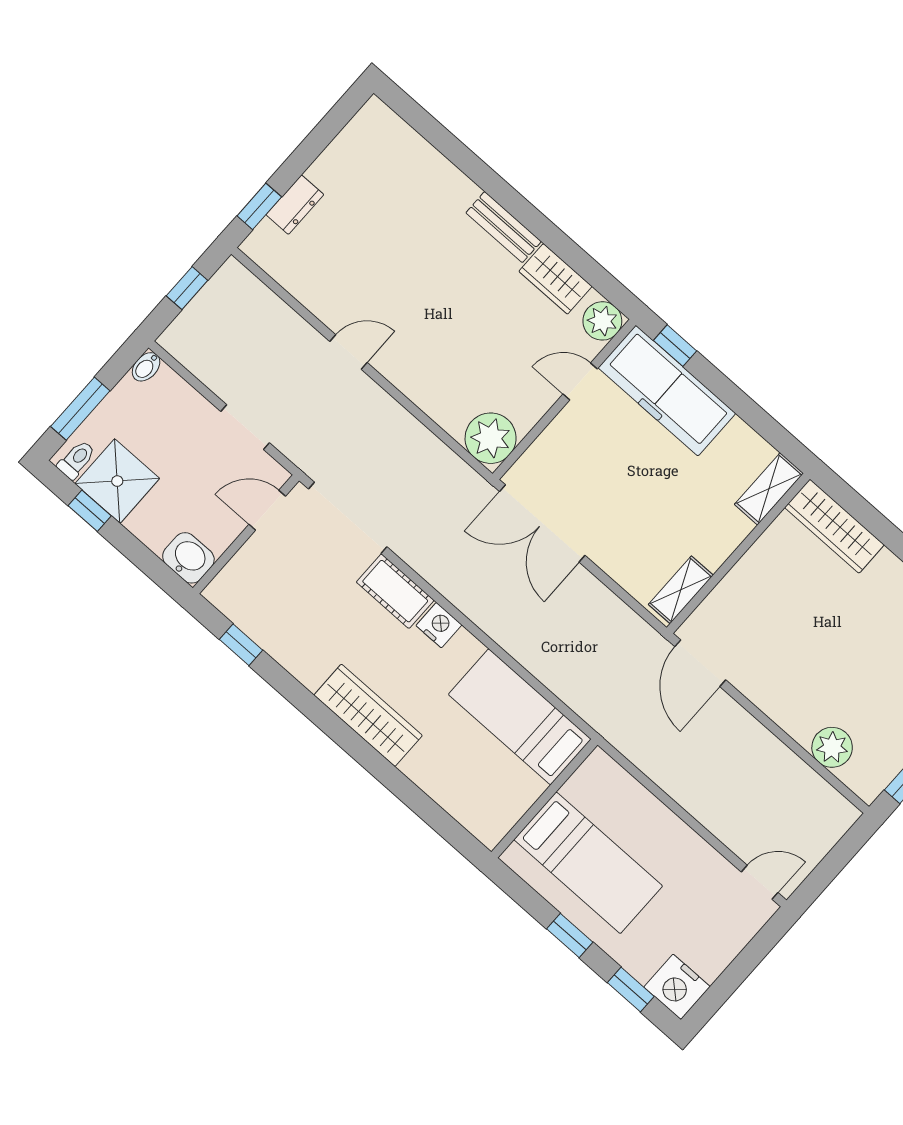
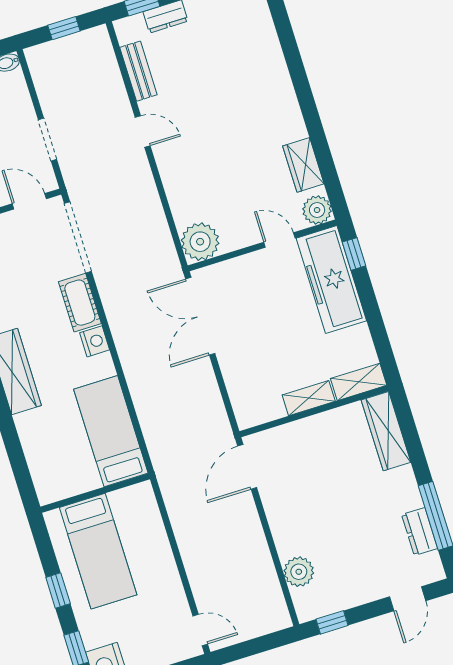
bench: (504, 227) -> (138, 71), moved
shelving: (681, 590) -> (309, 398), moved

